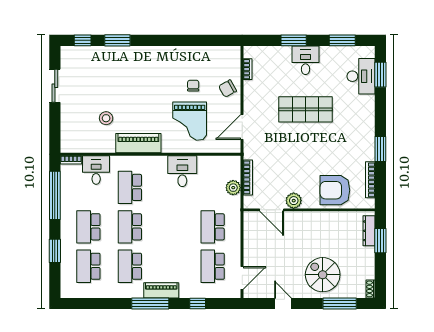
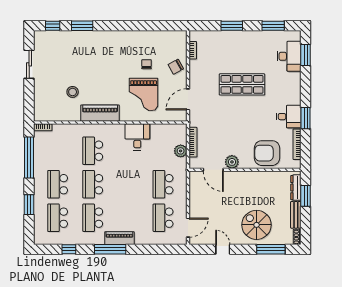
desk: (306, 60) -> (289, 117), moved, turned 90
desk: (96, 170) -> (64, 136), removed
bench: (369, 263) -> (296, 215), added
window: (198, 303) -> (69, 249), moved

